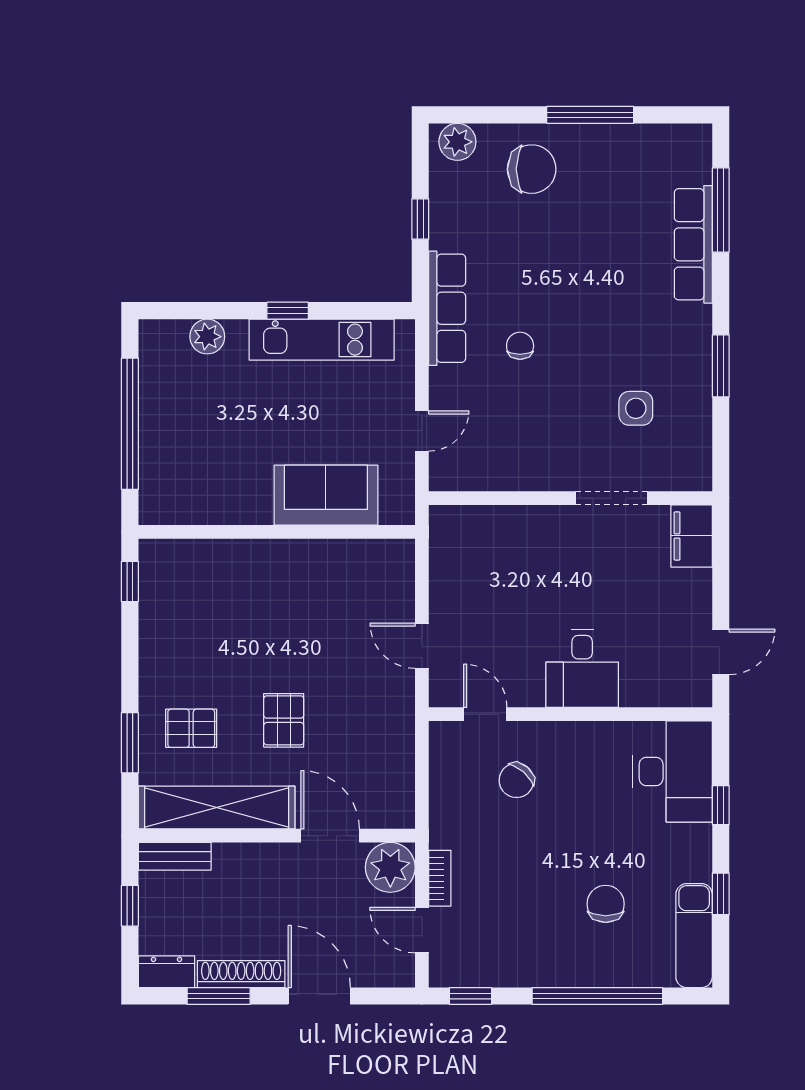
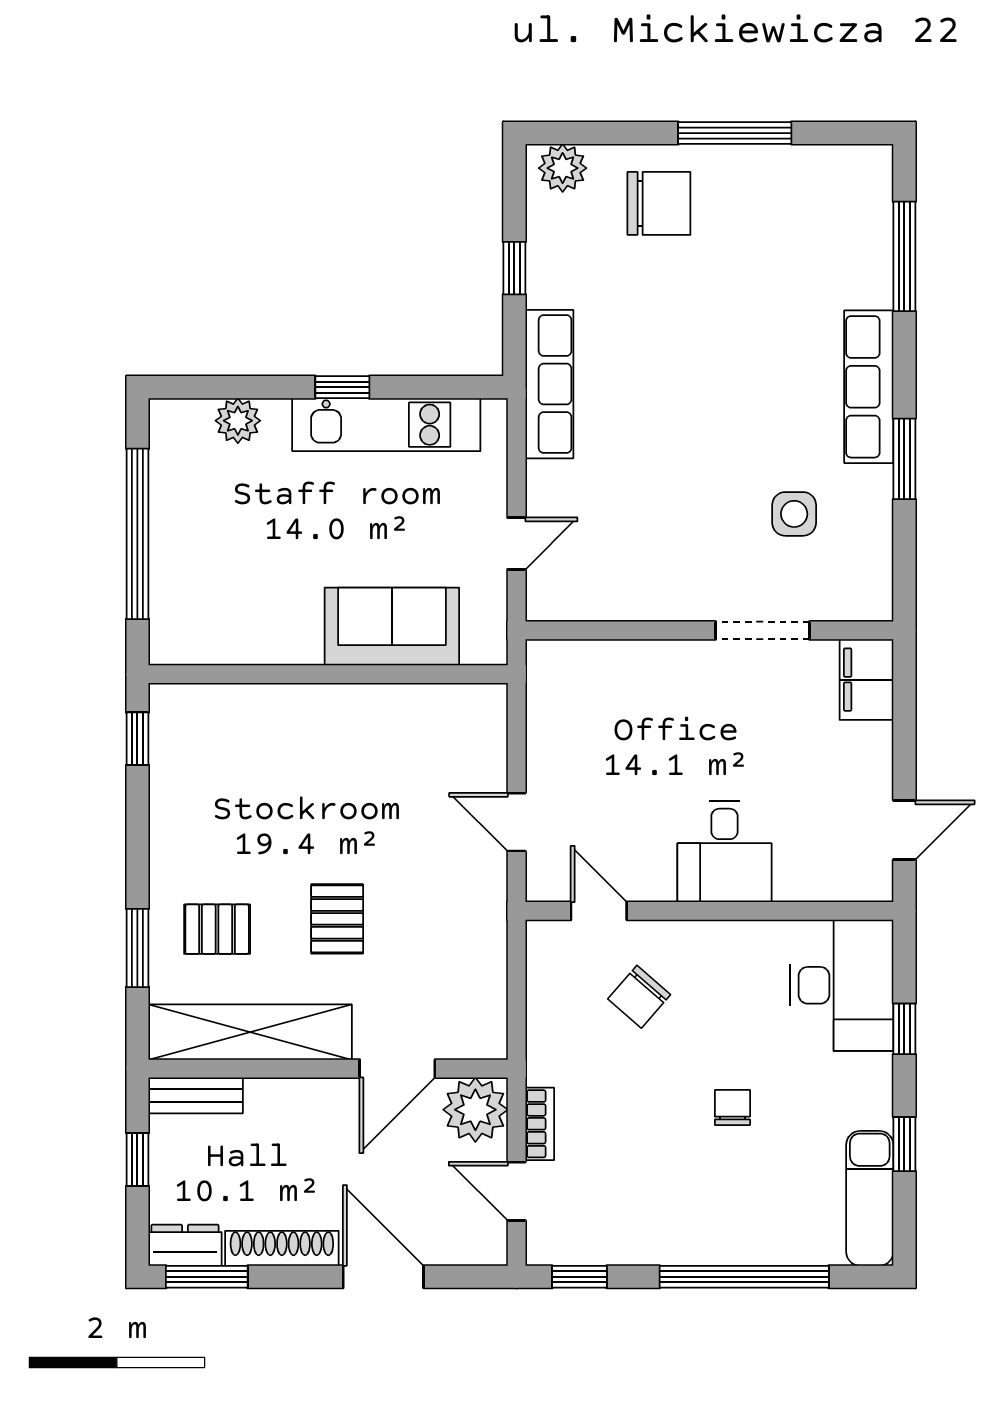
row of seats: (693, 244) -> (869, 387), moved
chair: (520, 346) -> (644, 433), removed
door: (330, 836) -> (397, 1069), swing flipped
chair: (606, 904) -> (732, 1108), moved, width x0.73, depth x0.73
window: (219, 996) -> (207, 1277), moved

